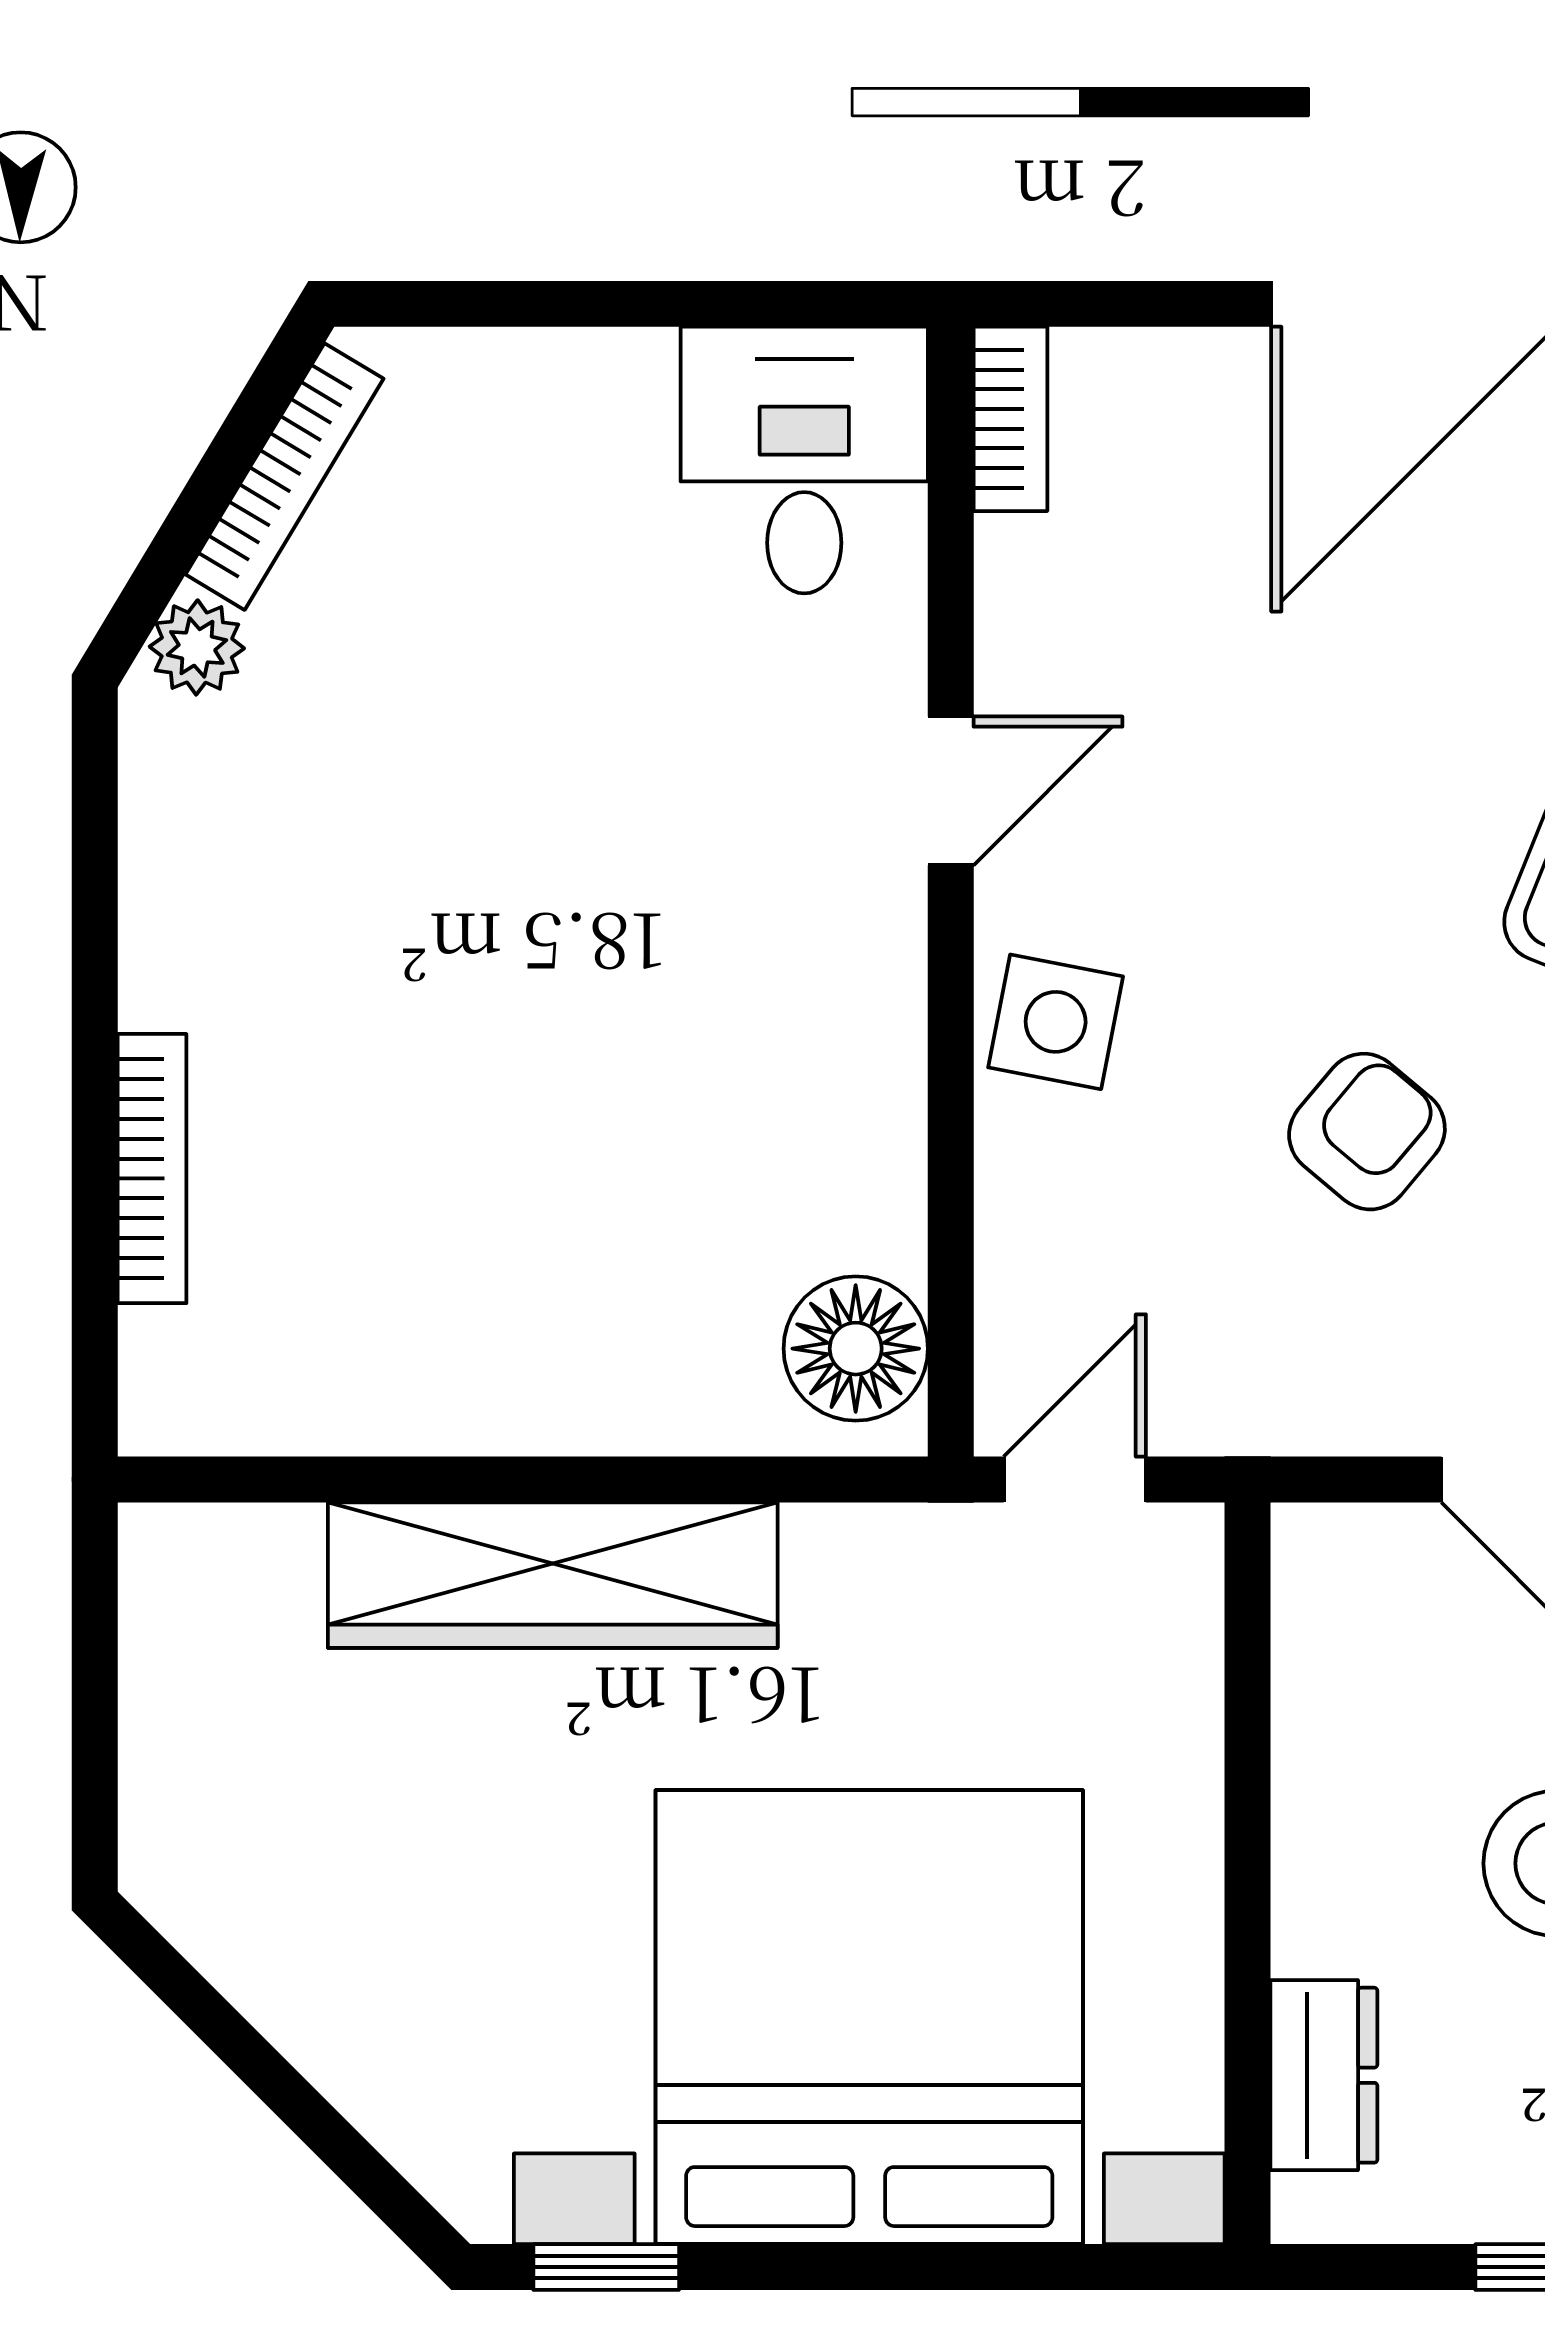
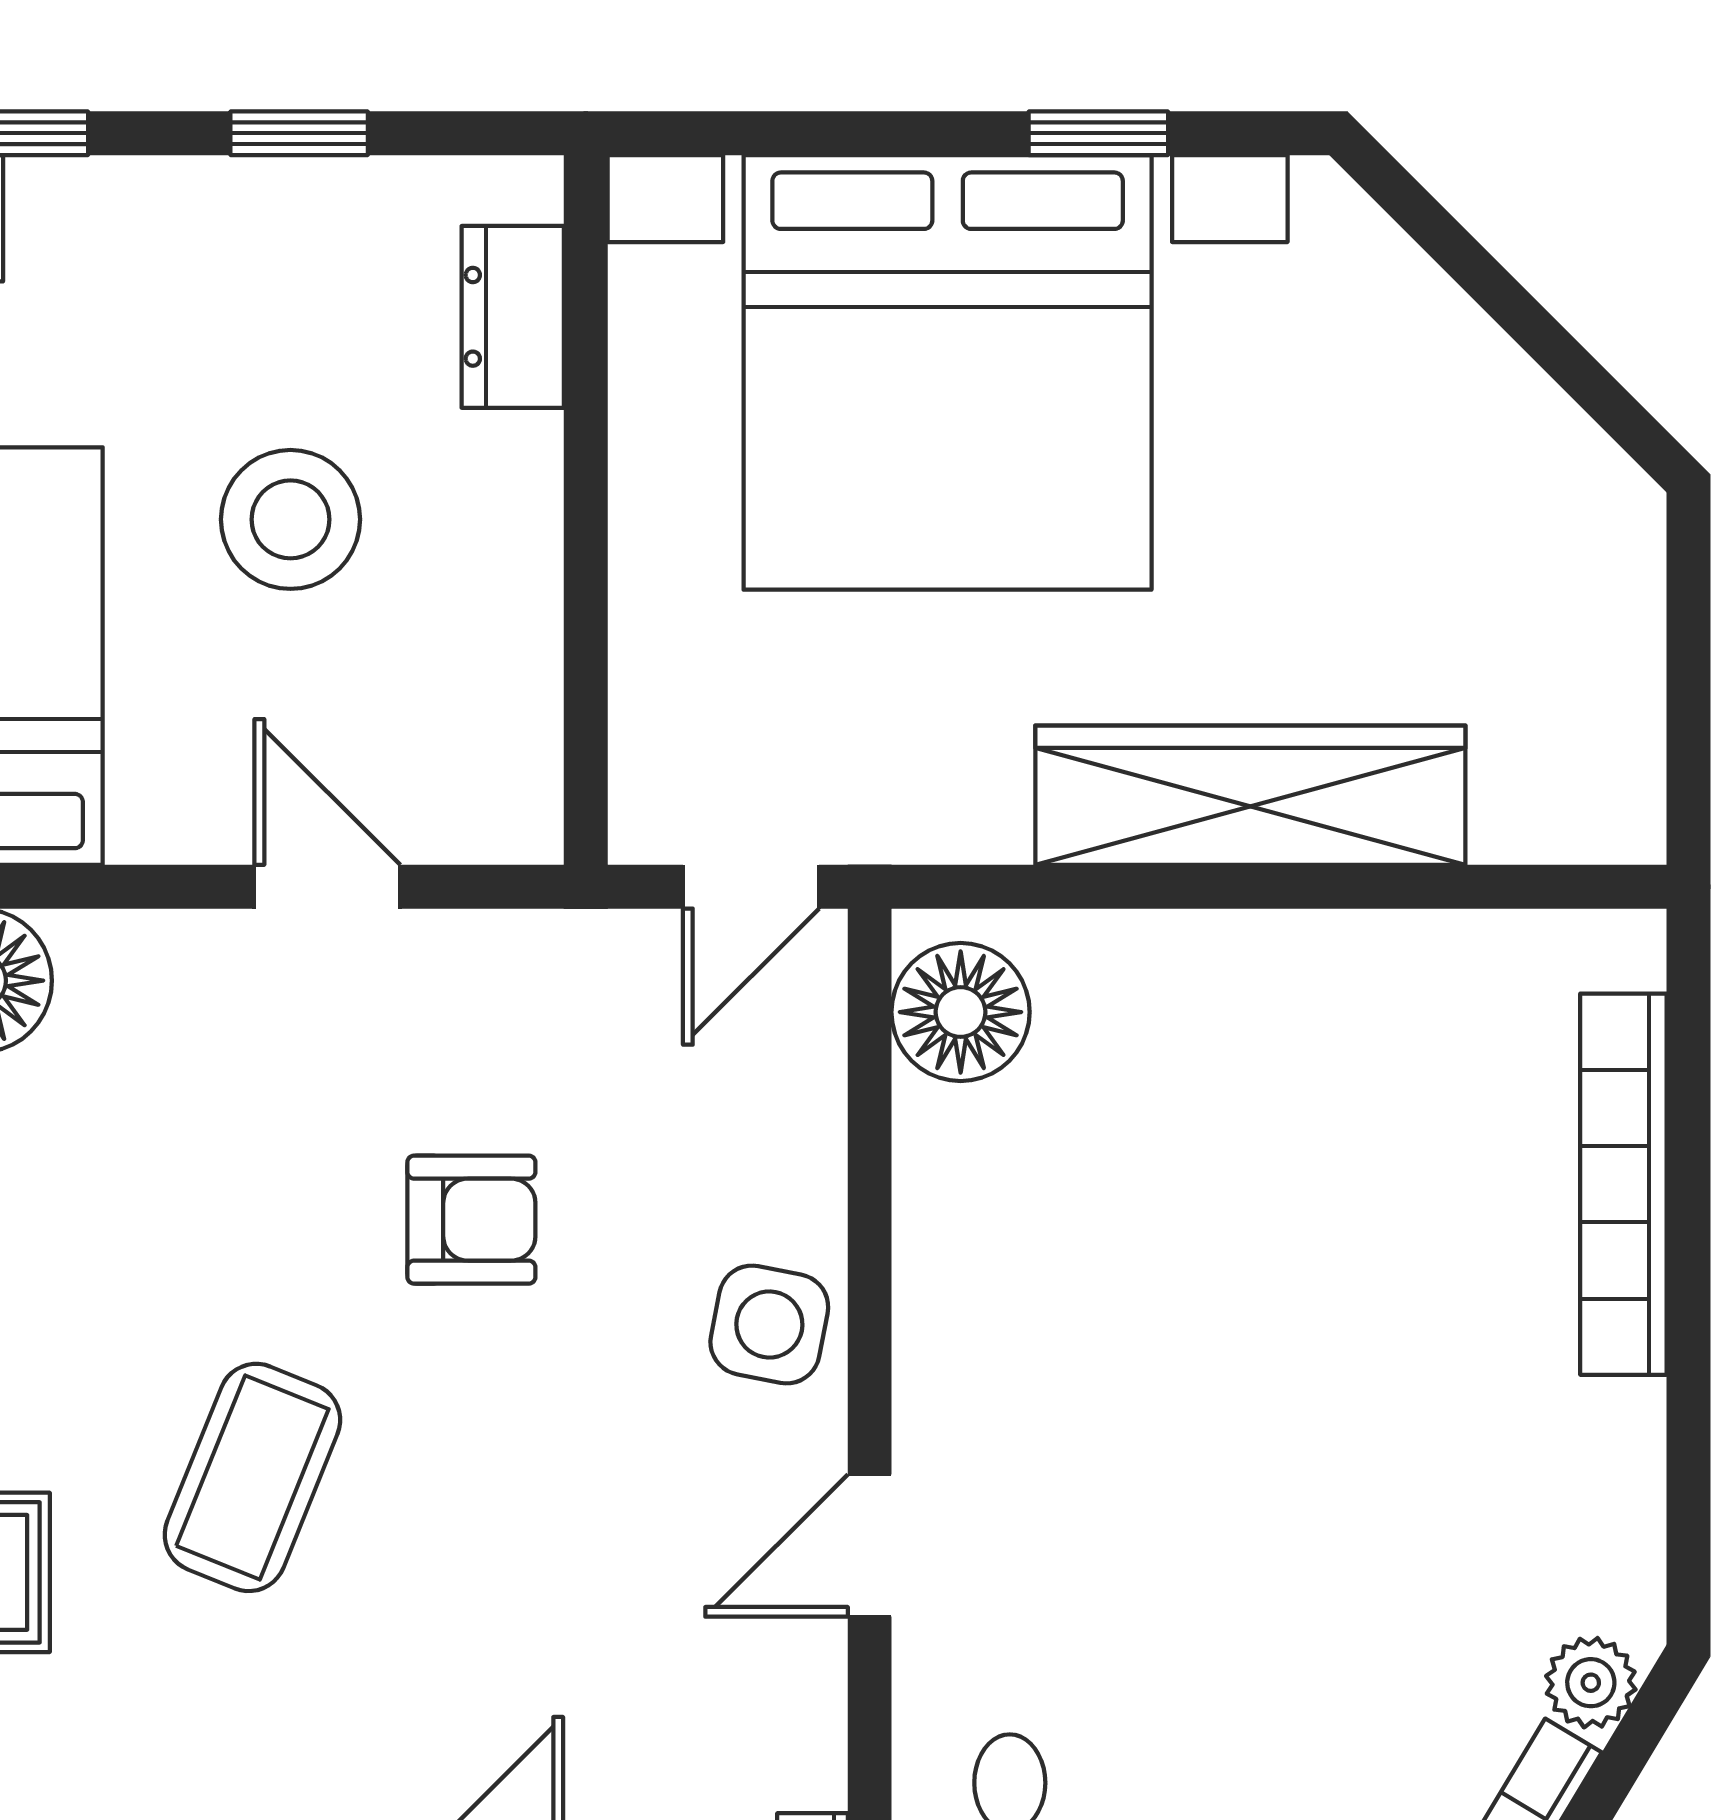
armchair: (1367, 1132) -> (471, 1220), turned -130
bookcase: (152, 1169) -> (1623, 1184), width x1.48, depth x1.31
window: (606, 2267) -> (1098, 133), moved

